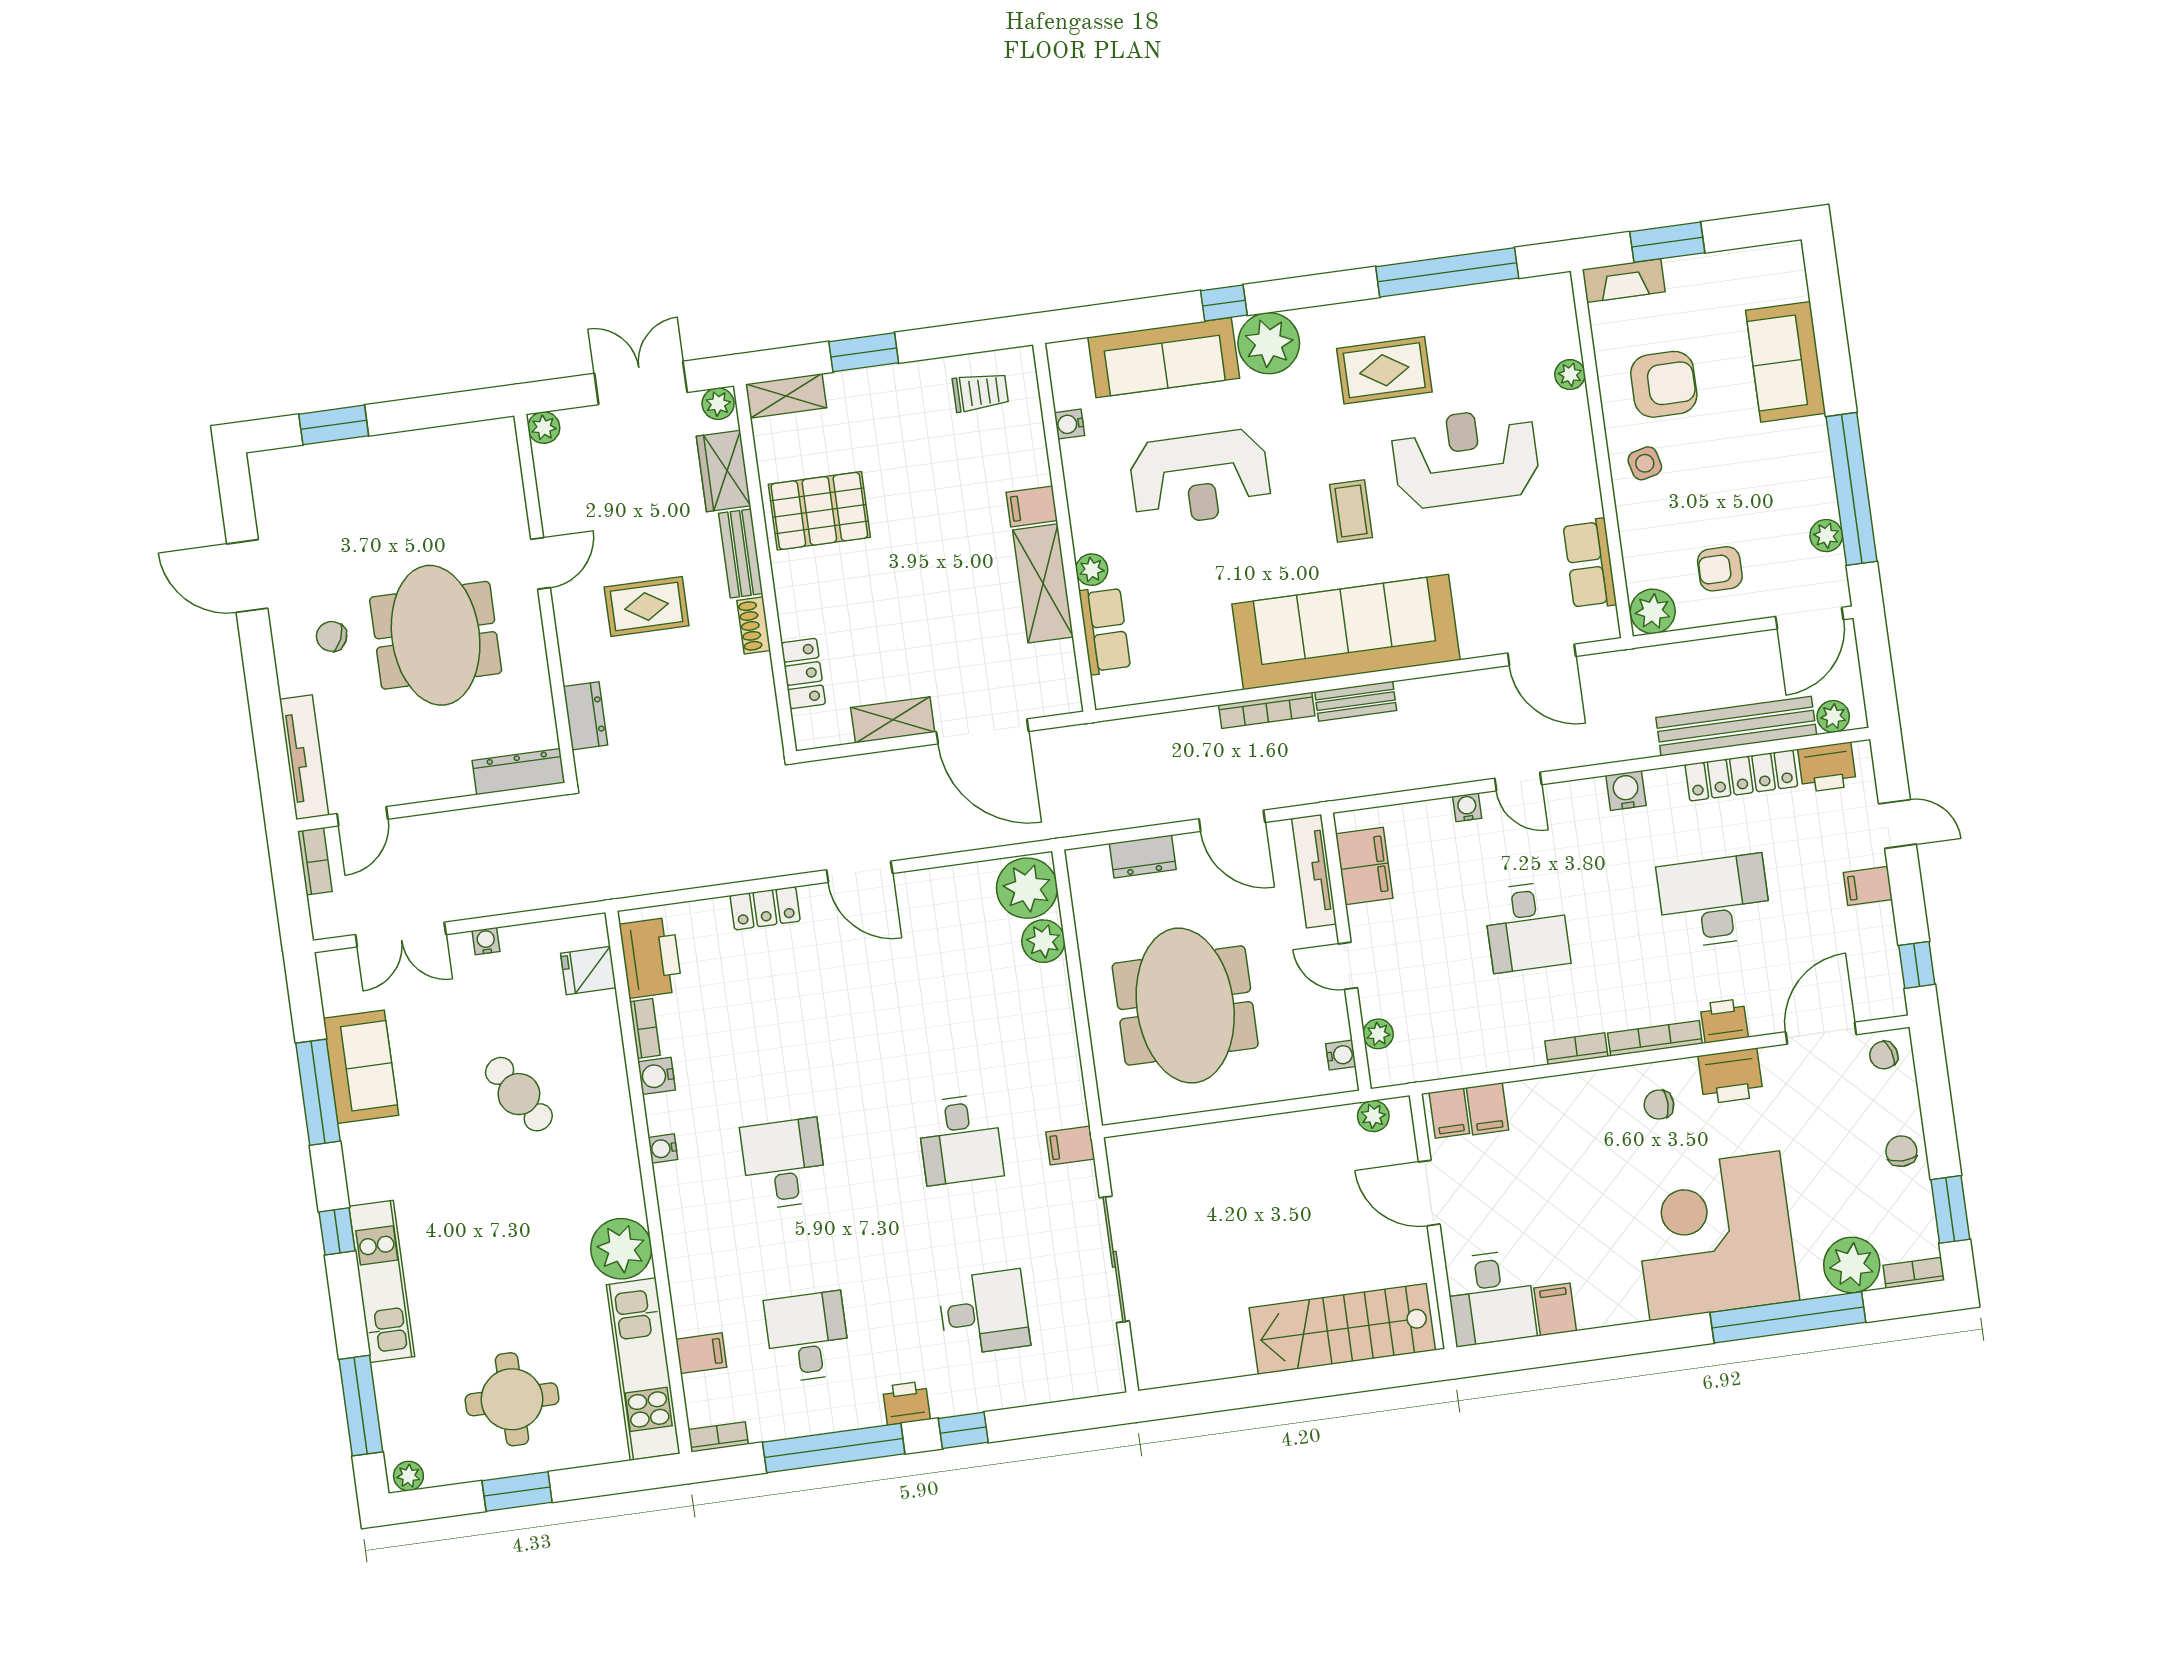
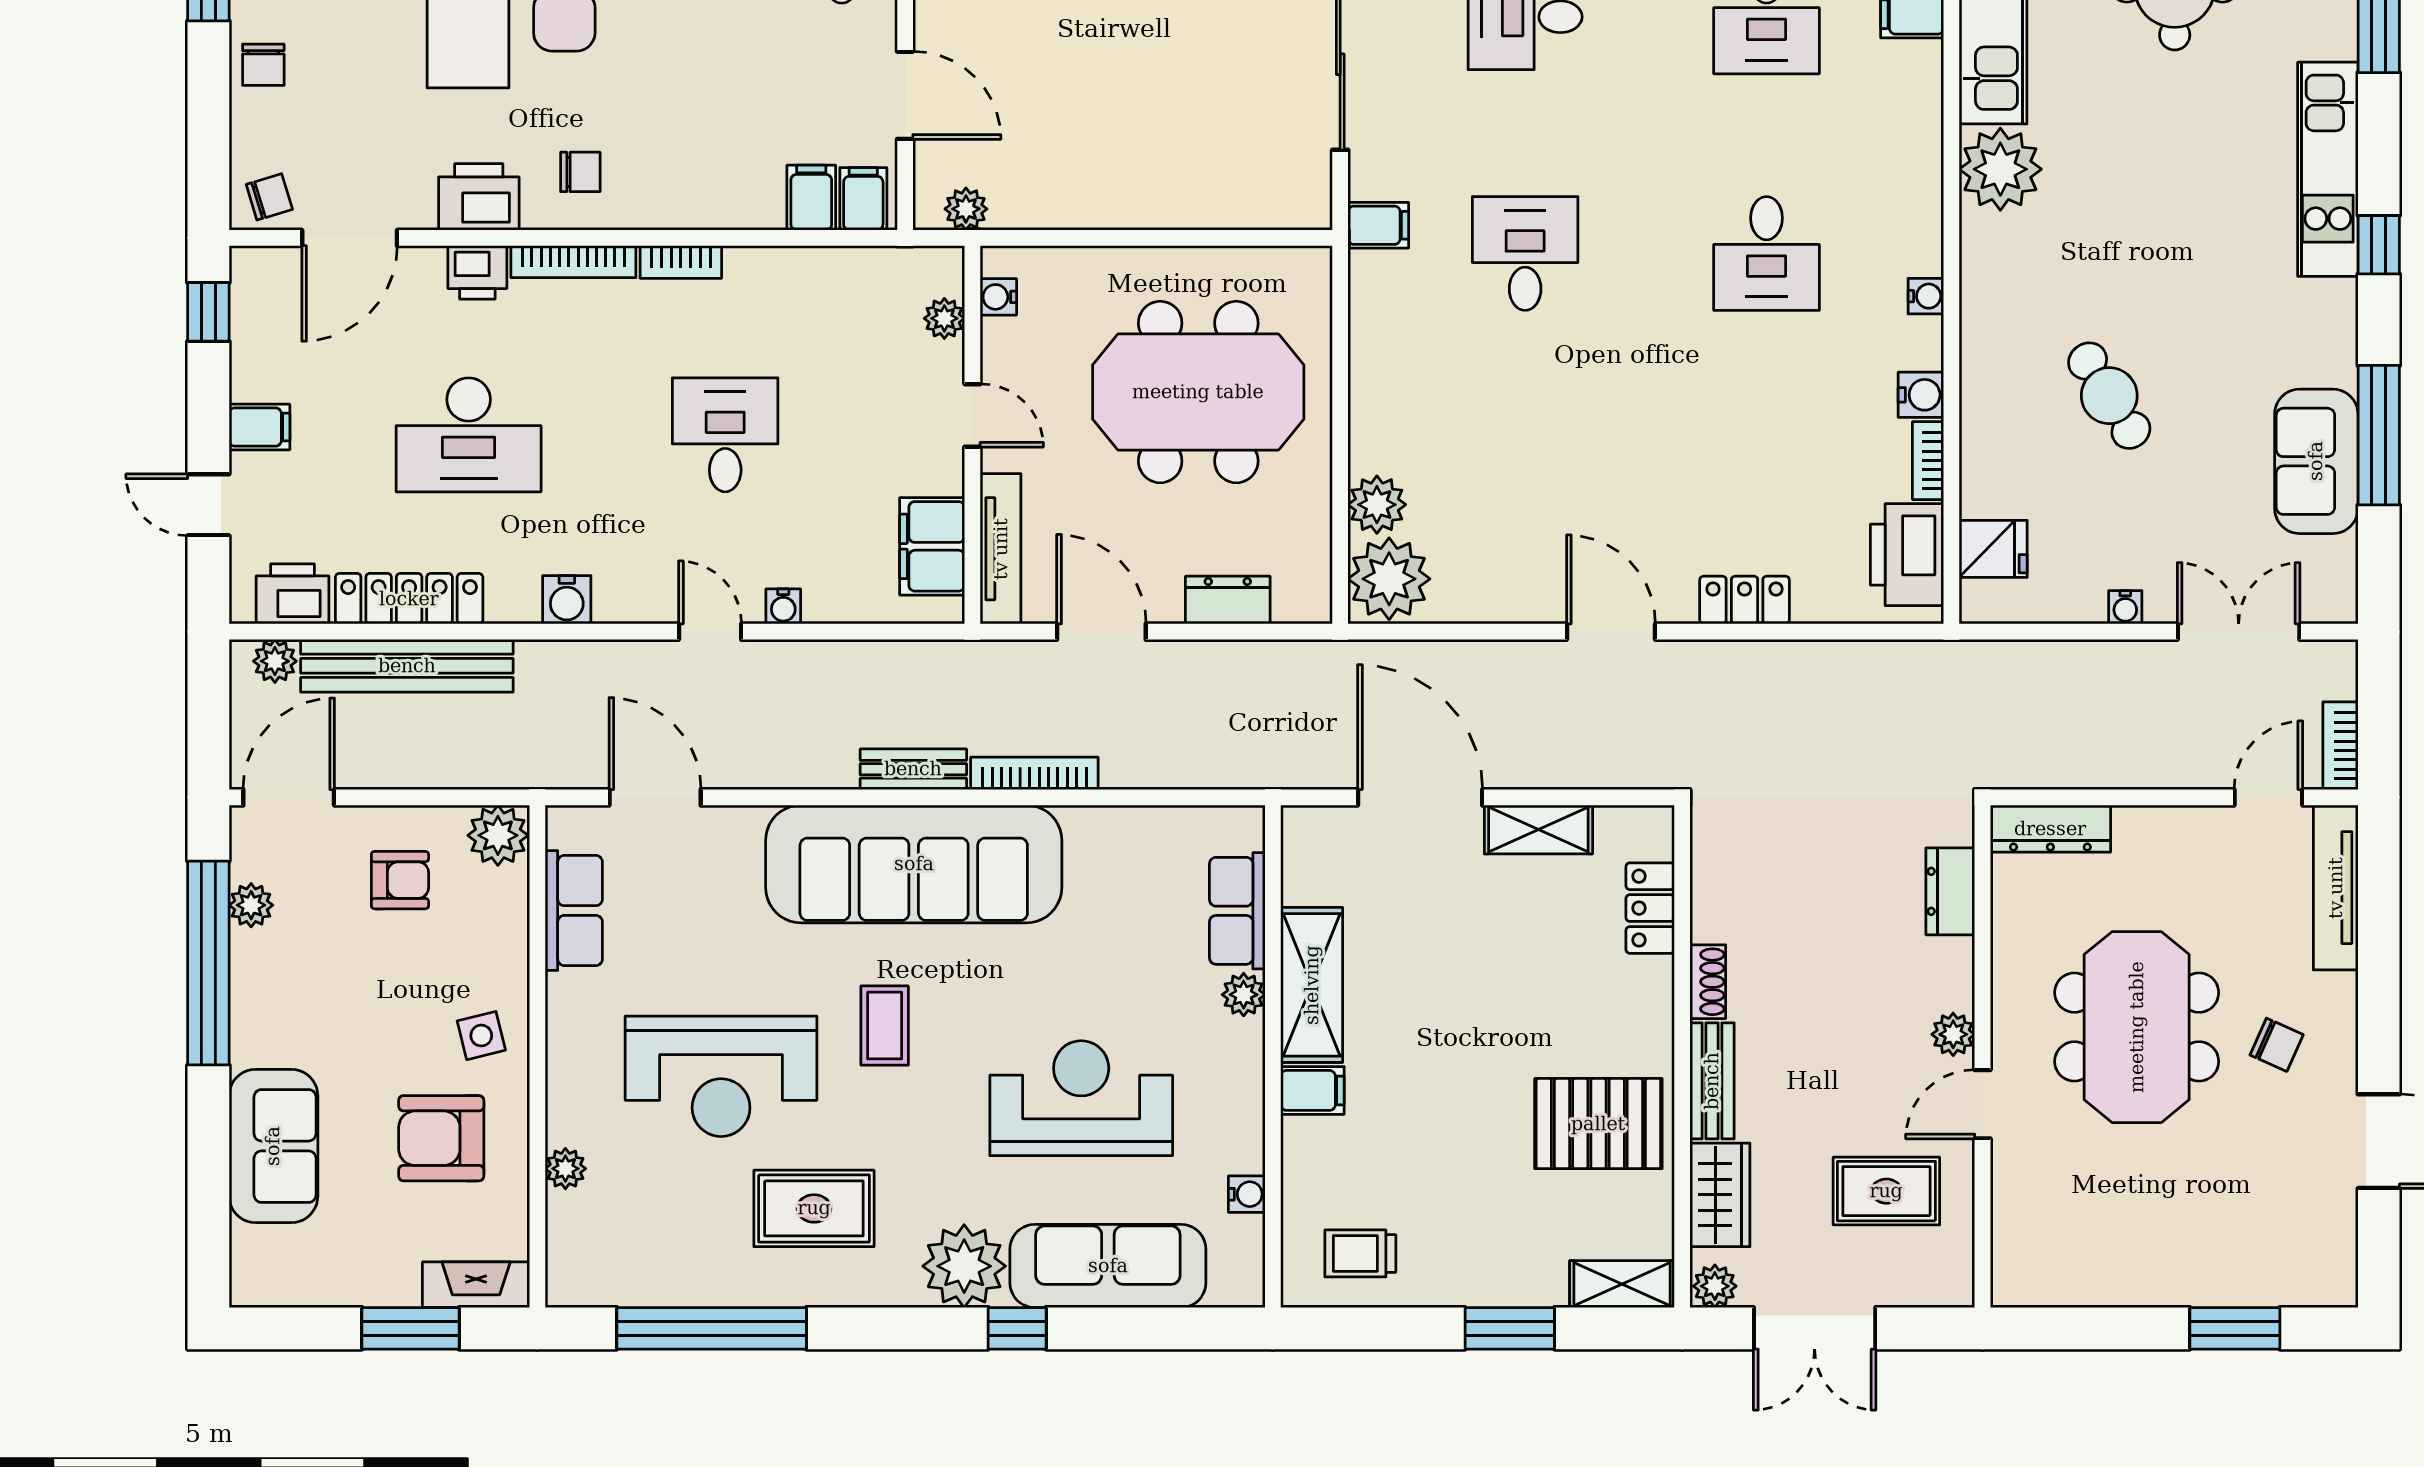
plant: (544, 428) -> (1953, 1034), moved
rug: (647, 606) -> (1886, 1191), moved
meeting table: (1185, 1006) -> (1198, 392), turned 90

